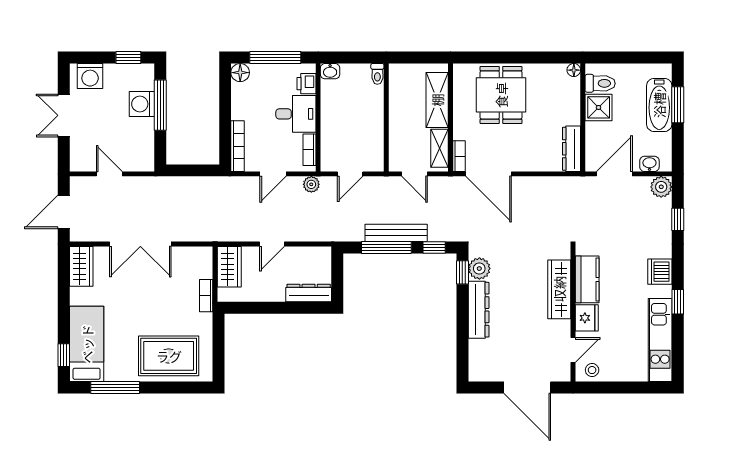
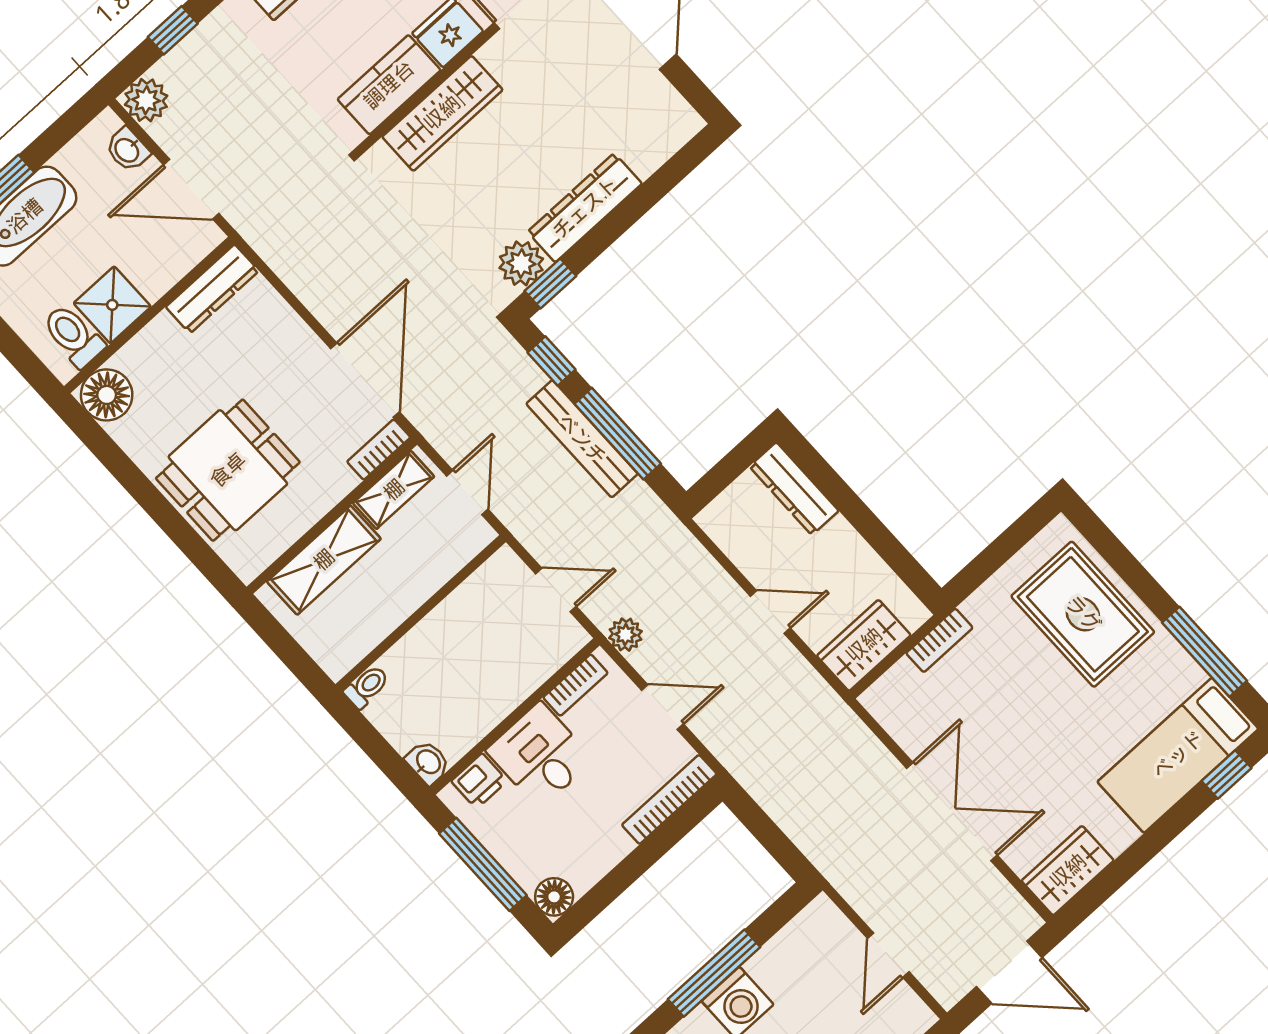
floor lamp: (574, 70) -> (107, 395), width x1.89, depth x1.89

